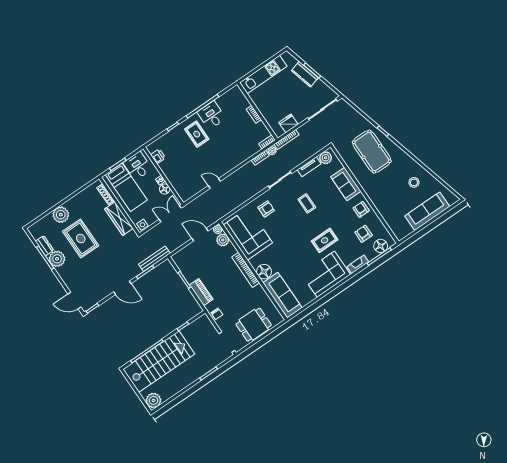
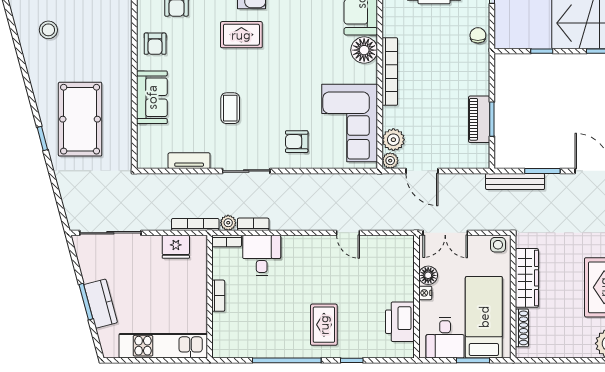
desk: (212, 115) -> (262, 255), moved, turned 180
printer: (158, 156) -> (400, 322), width x1.87, depth x1.48
plant: (326, 158) -> (155, 157), removed
piano: (201, 292) -> (479, 119), moved

